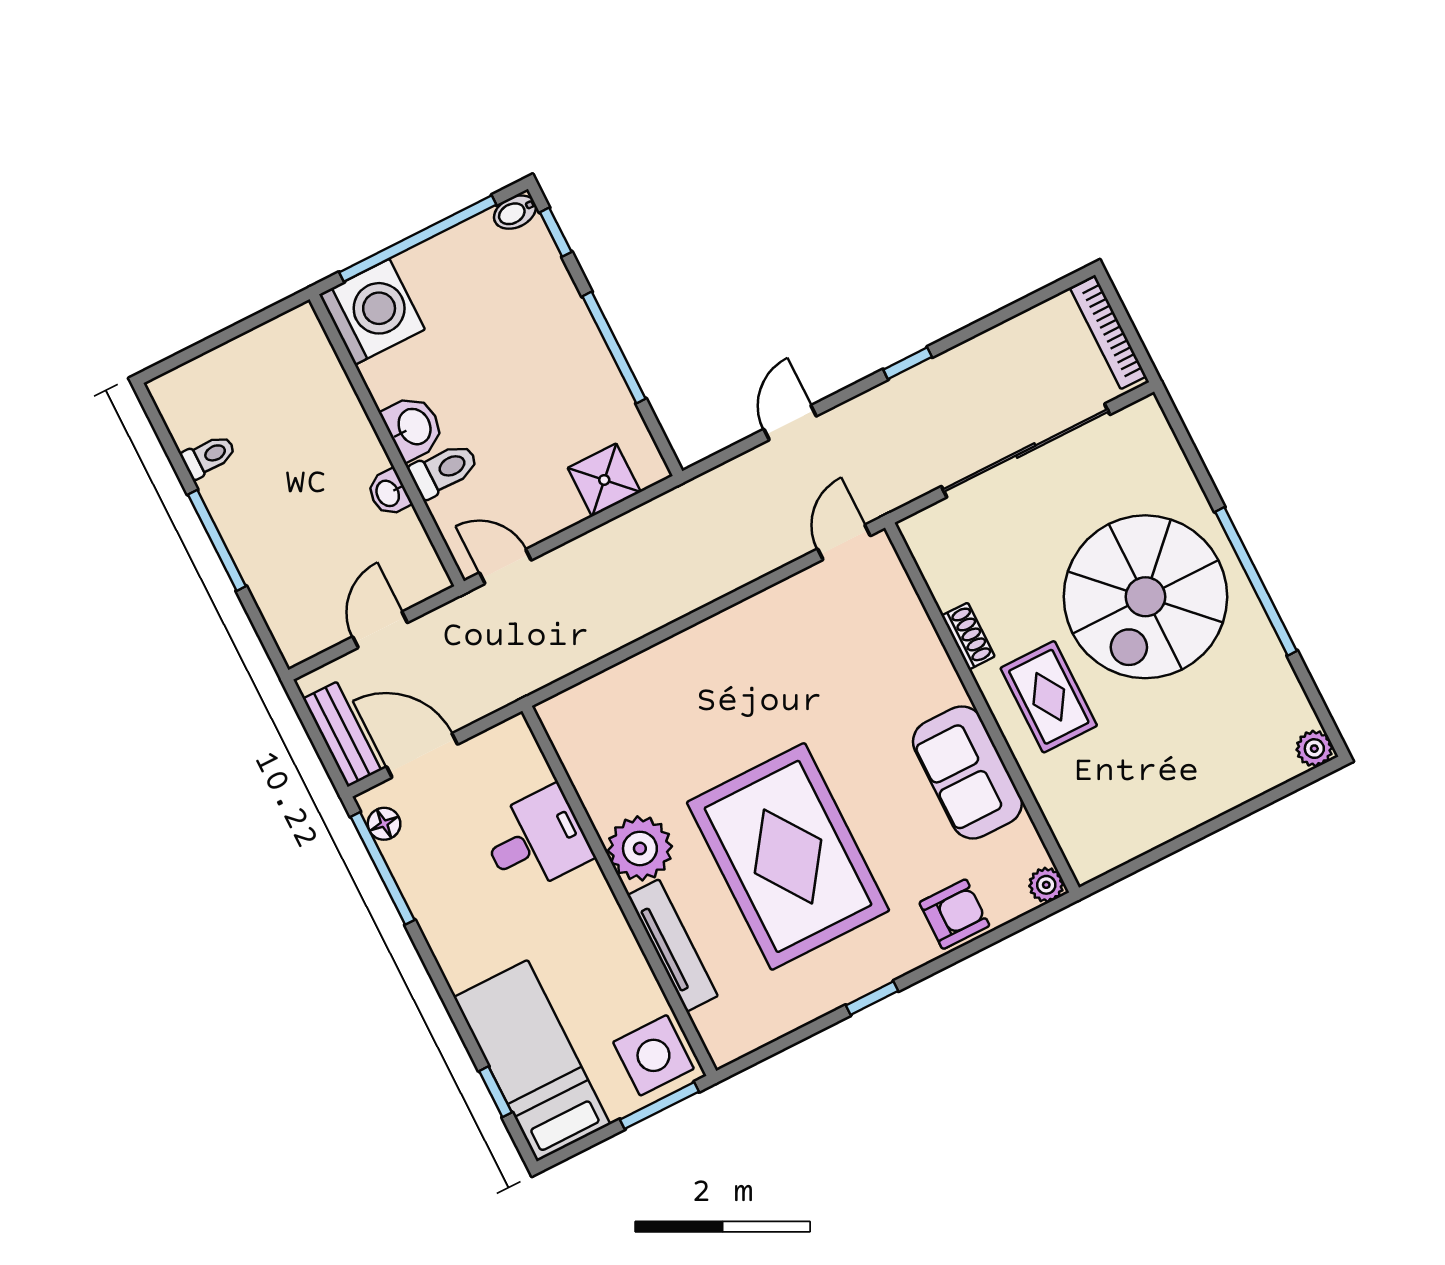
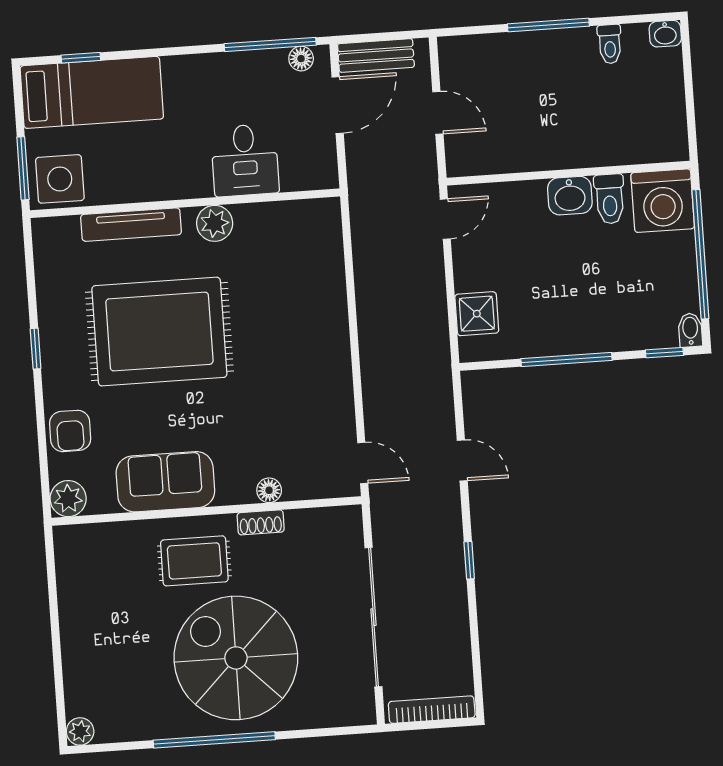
toilet: (444, 470) -> (610, 199), moved
washbasin: (389, 493) -> (665, 34), moved, turned 180
floor lamp: (925, 642) -> (269, 490), added
plant: (640, 848) -> (215, 223), width x0.73, depth x0.73
plant: (1046, 885) -> (68, 499), width x1.38, depth x1.38

